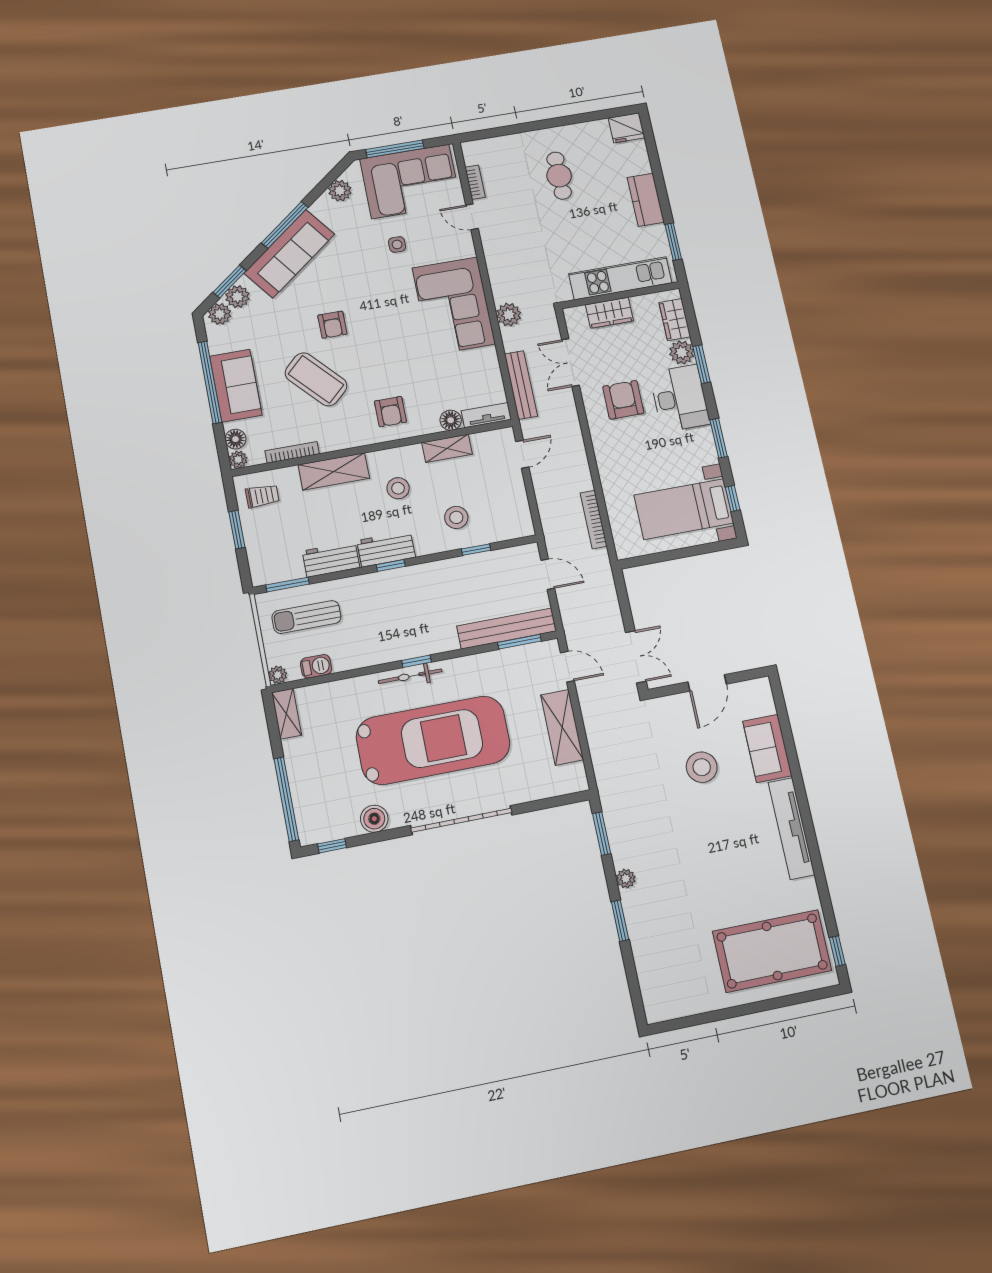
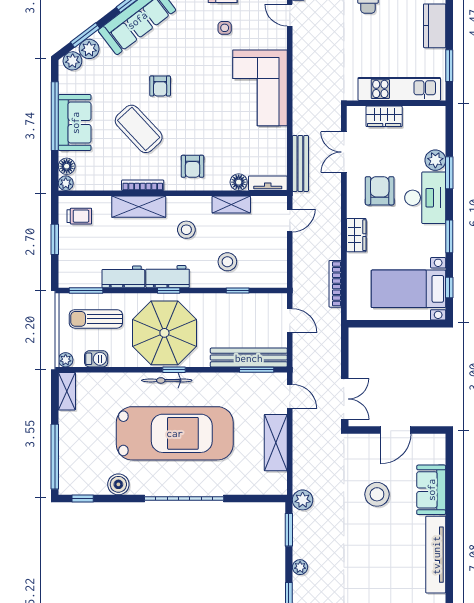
plant: (509, 315) -> (303, 500), moved
wardrobe: (675, 320) -> (356, 235), moved, turned 180
bookcase: (292, 452) -> (143, 185), moved
parasol: (396, 618) -> (164, 333), added

